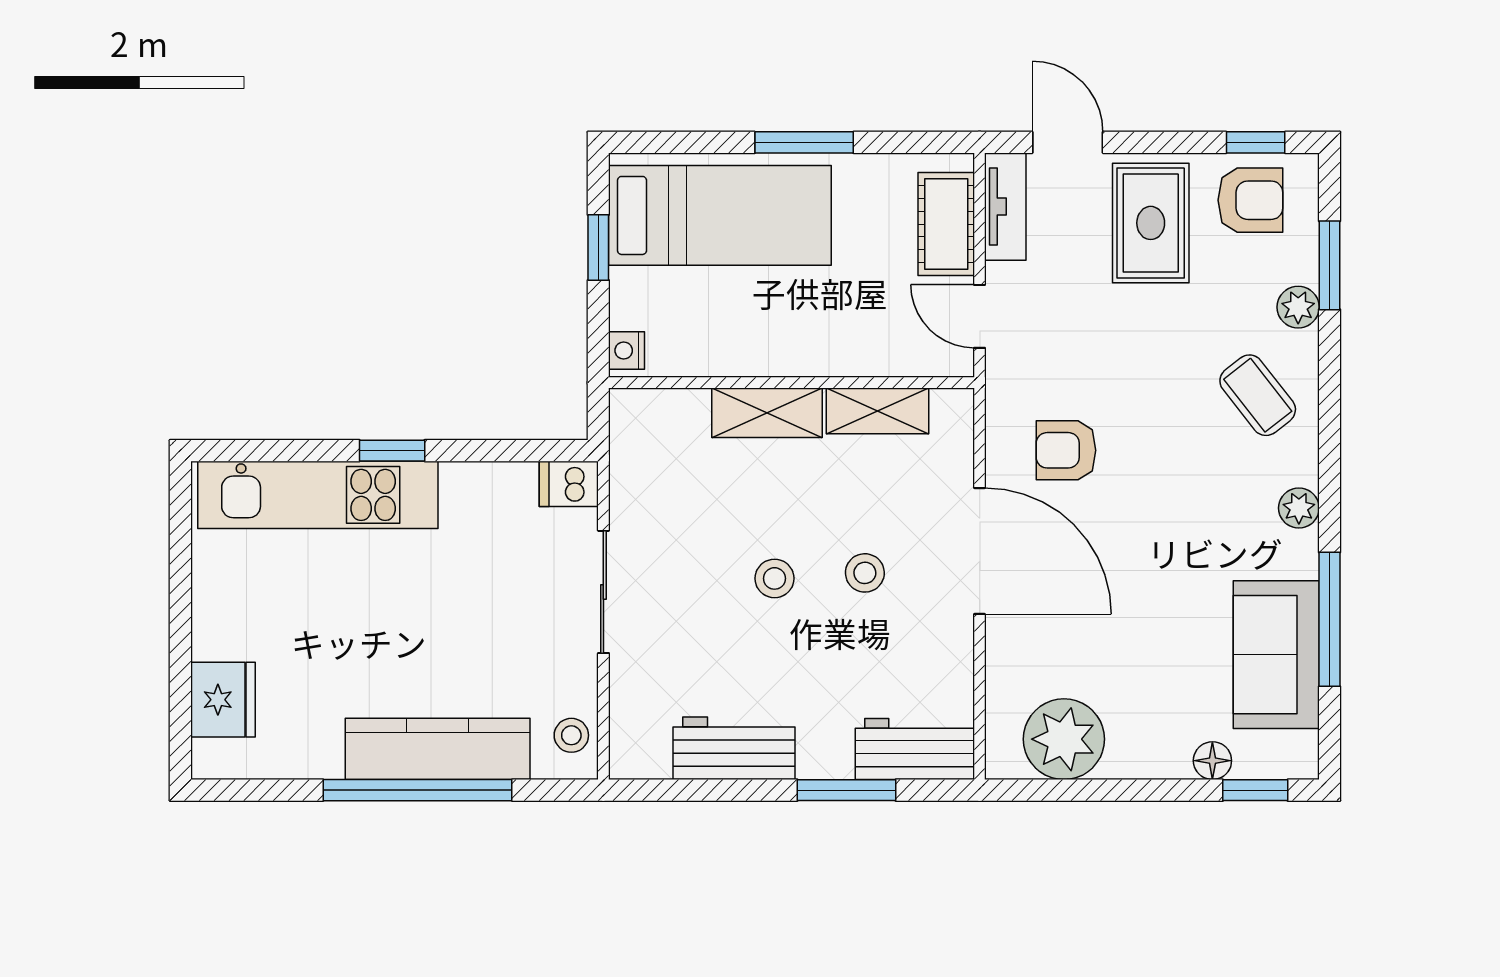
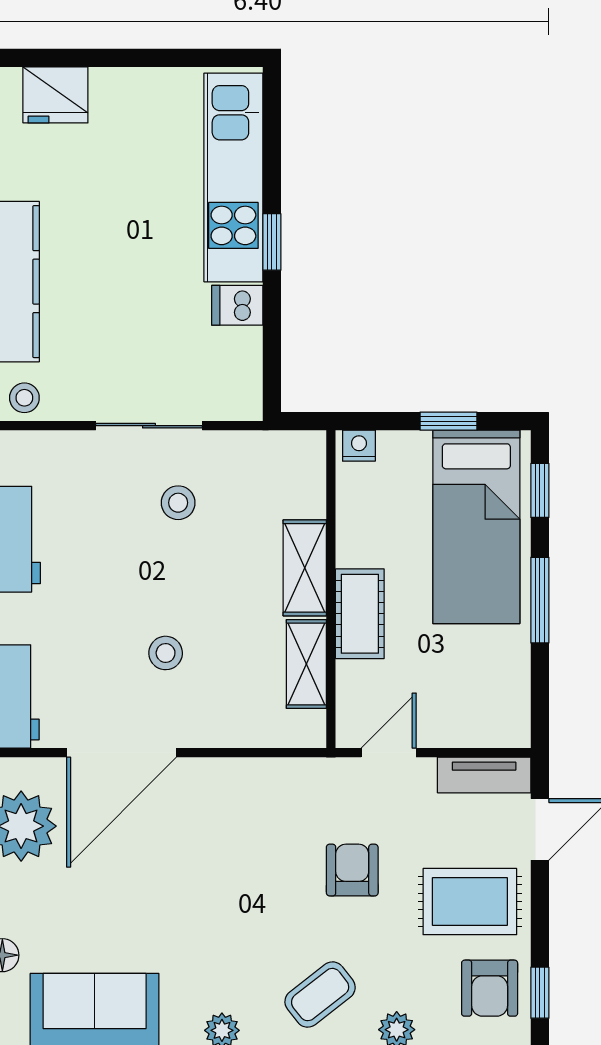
window: (678, 142) -> (540, 490), added
cot: (946, 224) -> (360, 614), moved, turned 90
armchair: (1066, 450) -> (352, 870), moved
dishwasher: (569, 484) -> (237, 305), moved, turned -90
door: (980, 551) -> (122, 753), moved
stool: (775, 578) -> (178, 503), moved

